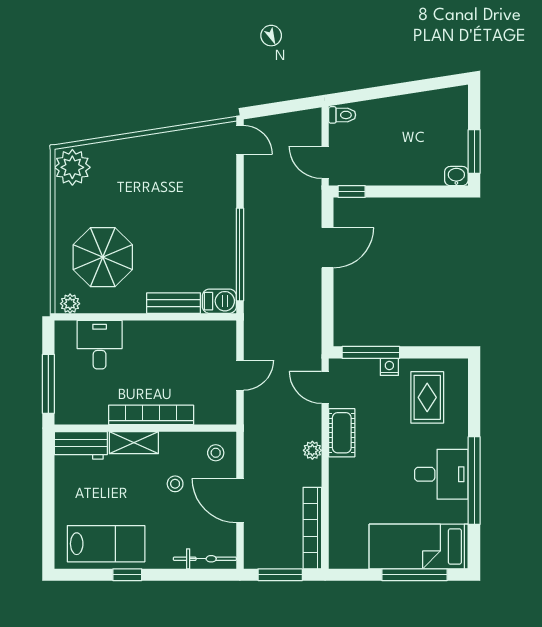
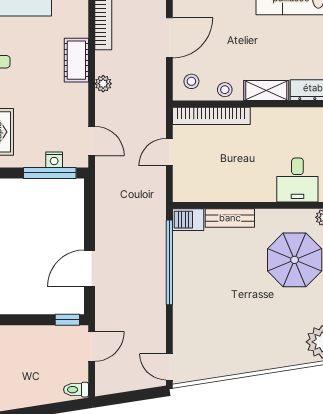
door: (325, 162) -> (92, 346), hinge flipped
nightstand: (389, 367) -> (54, 160), moved
bookcase: (151, 415) -> (211, 116), moved
cot: (342, 433) -> (76, 60), moved
stool: (175, 484) -> (225, 90), moved
door: (240, 501) -> (169, 38), hinge flipped

